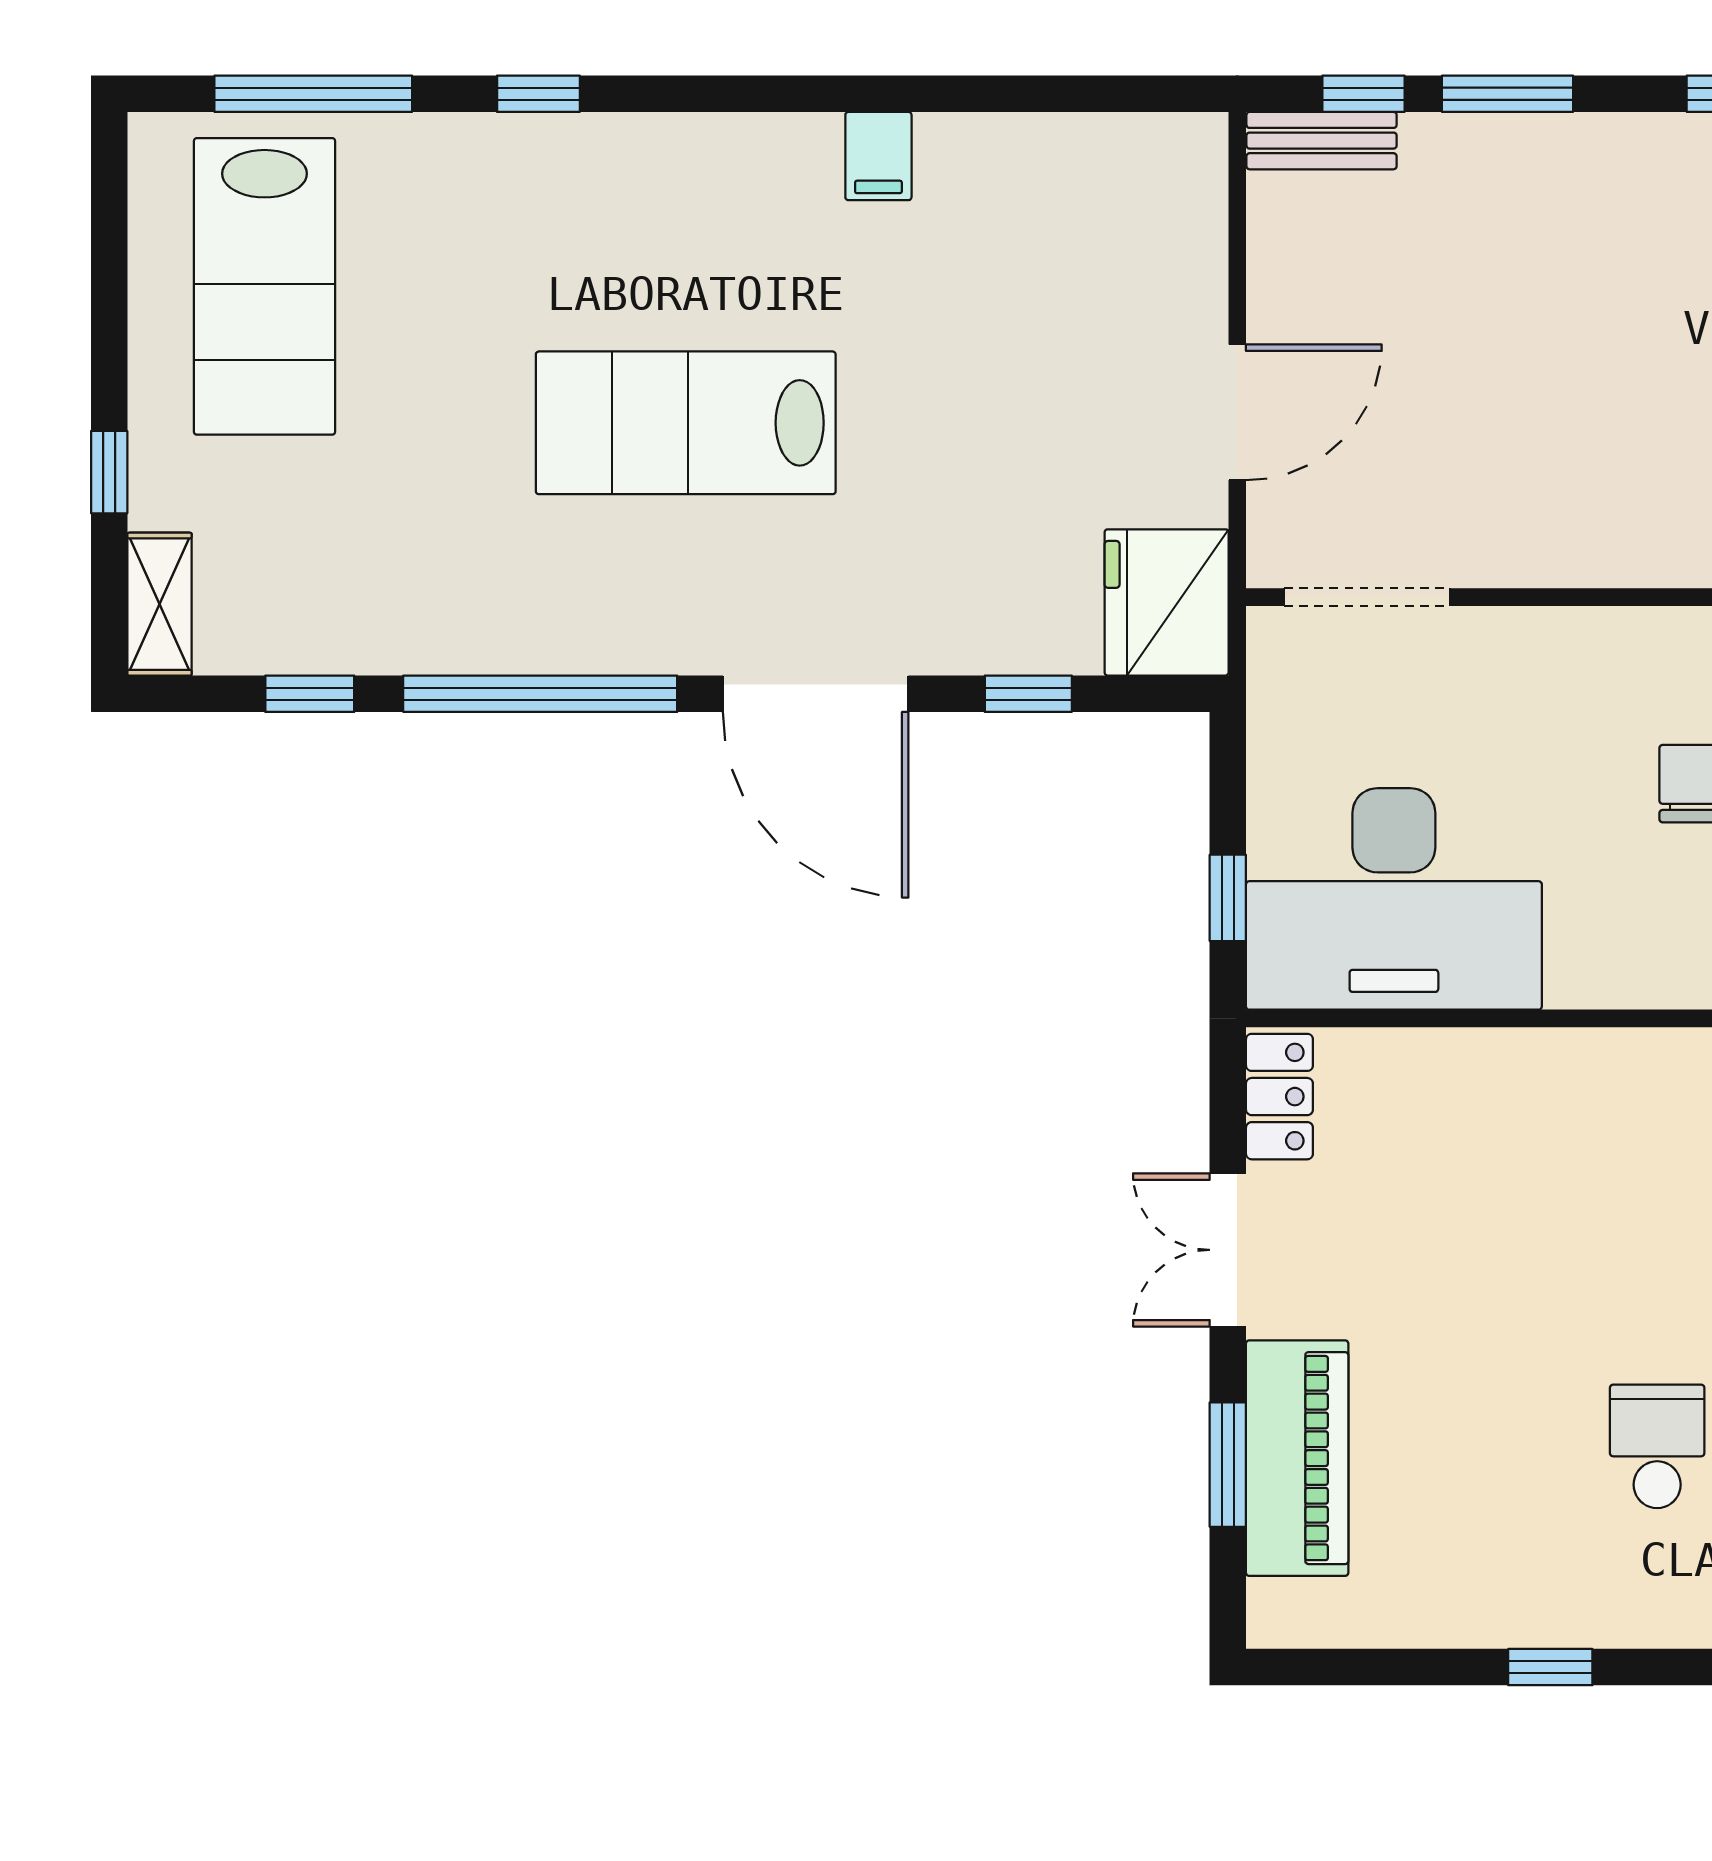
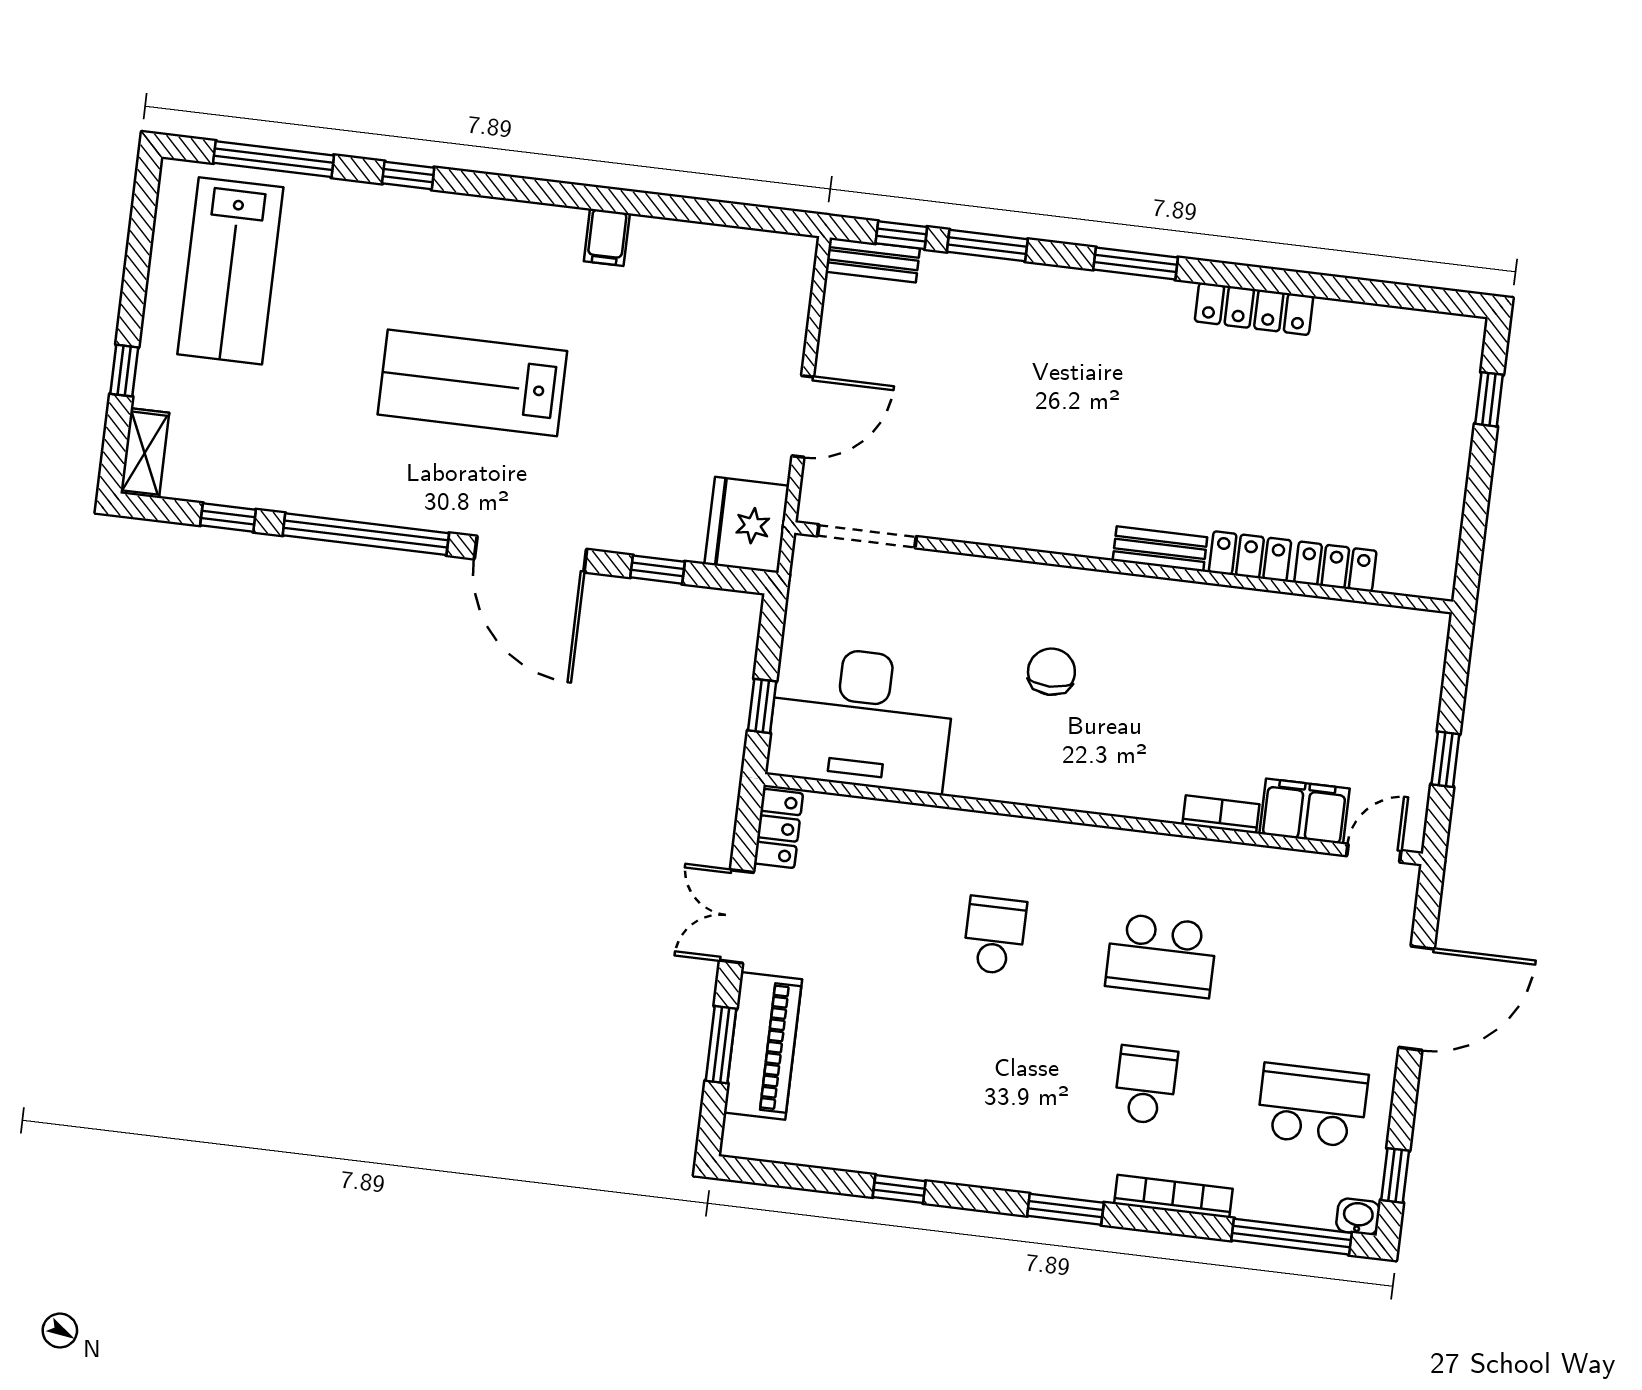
school desk: (1657, 1446) -> (995, 935), moved

